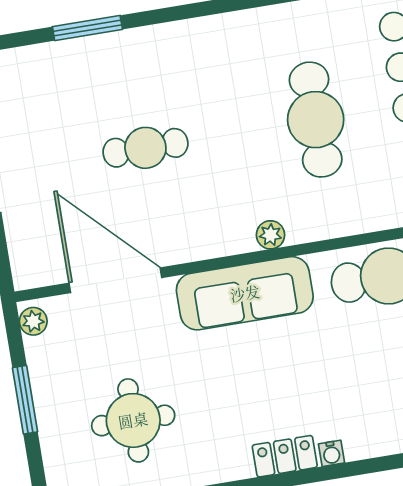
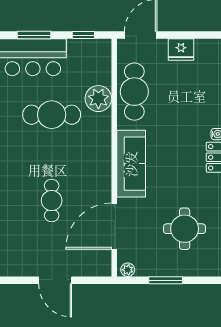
plant: (270, 235) -> (98, 99), moved, width x1.88, depth x1.88

